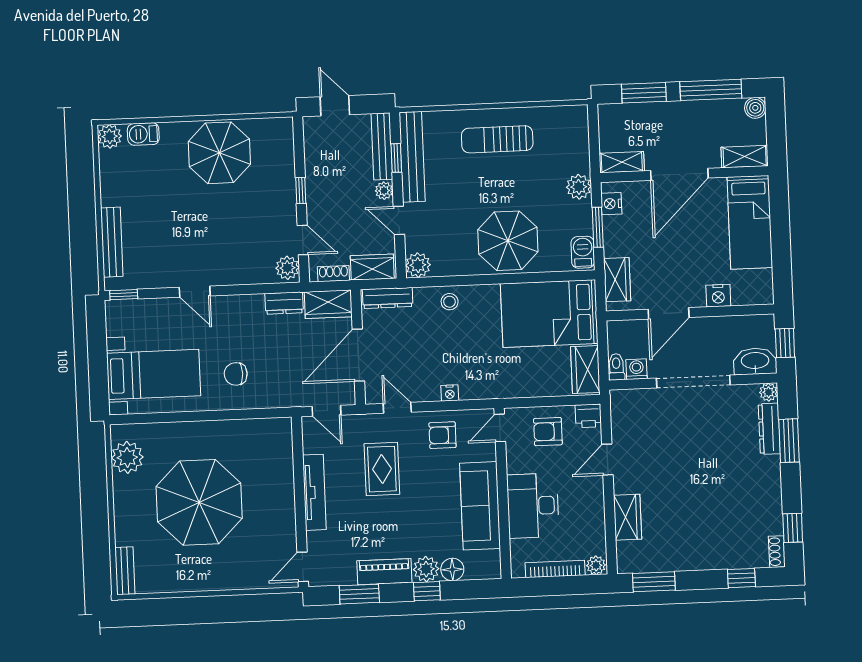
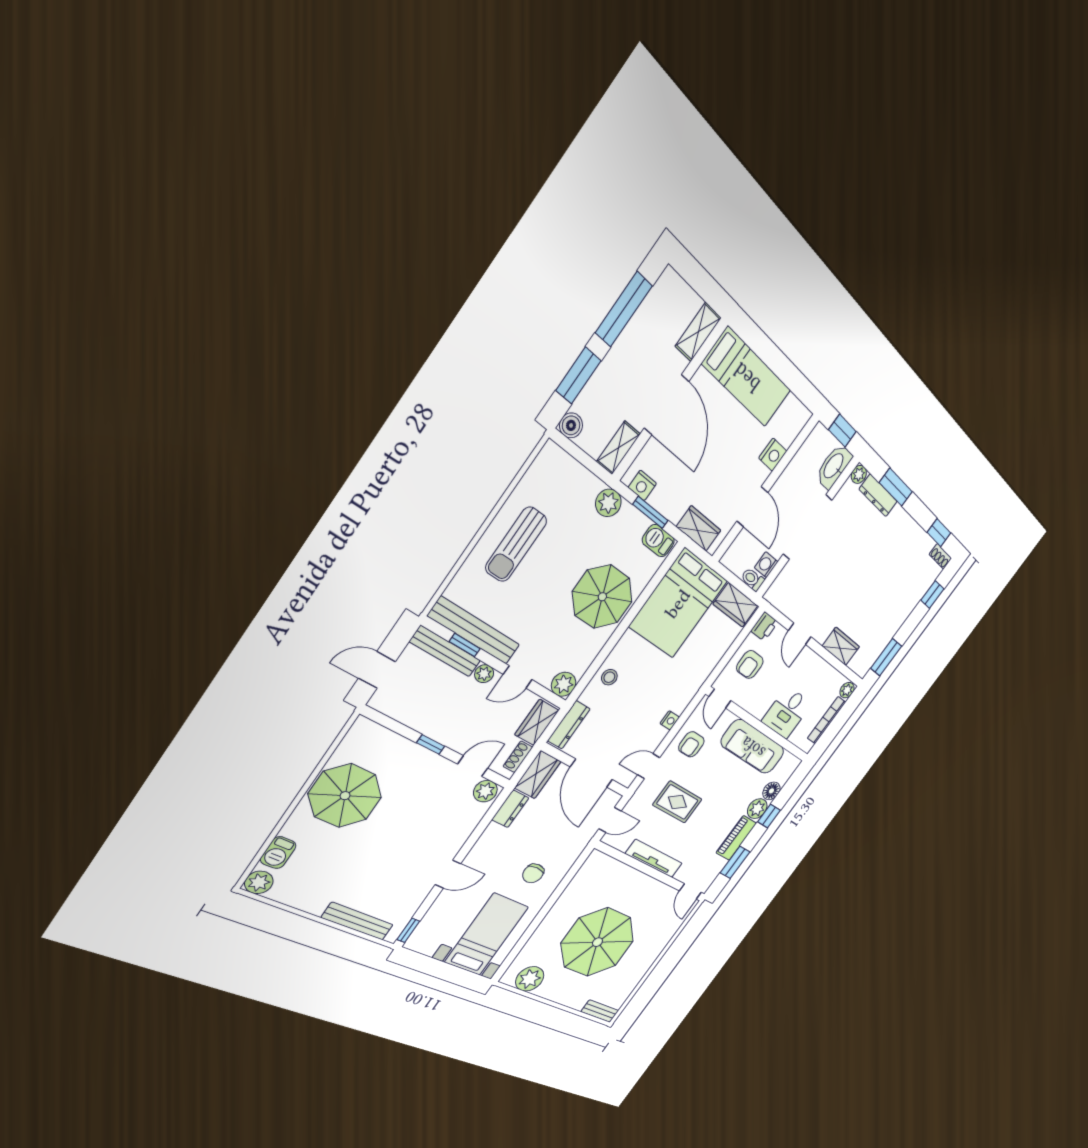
boiler: (755, 108) -> (571, 425), moved
desk: (533, 506) -> (787, 712), width x0.73

